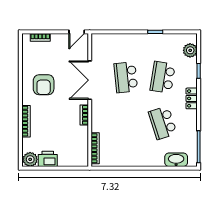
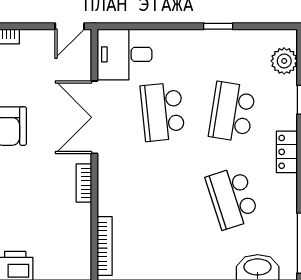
desk: (106, 47) -> (125, 54), added

